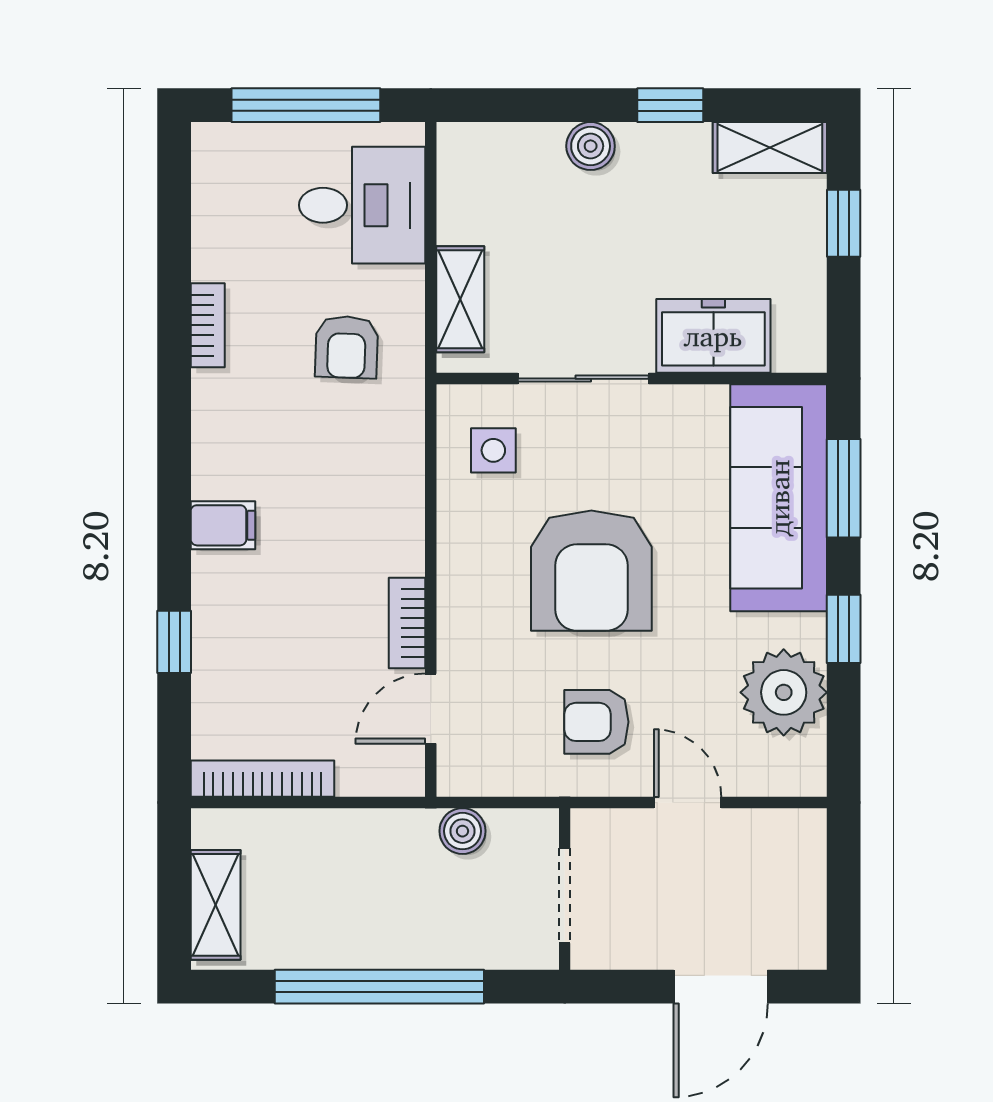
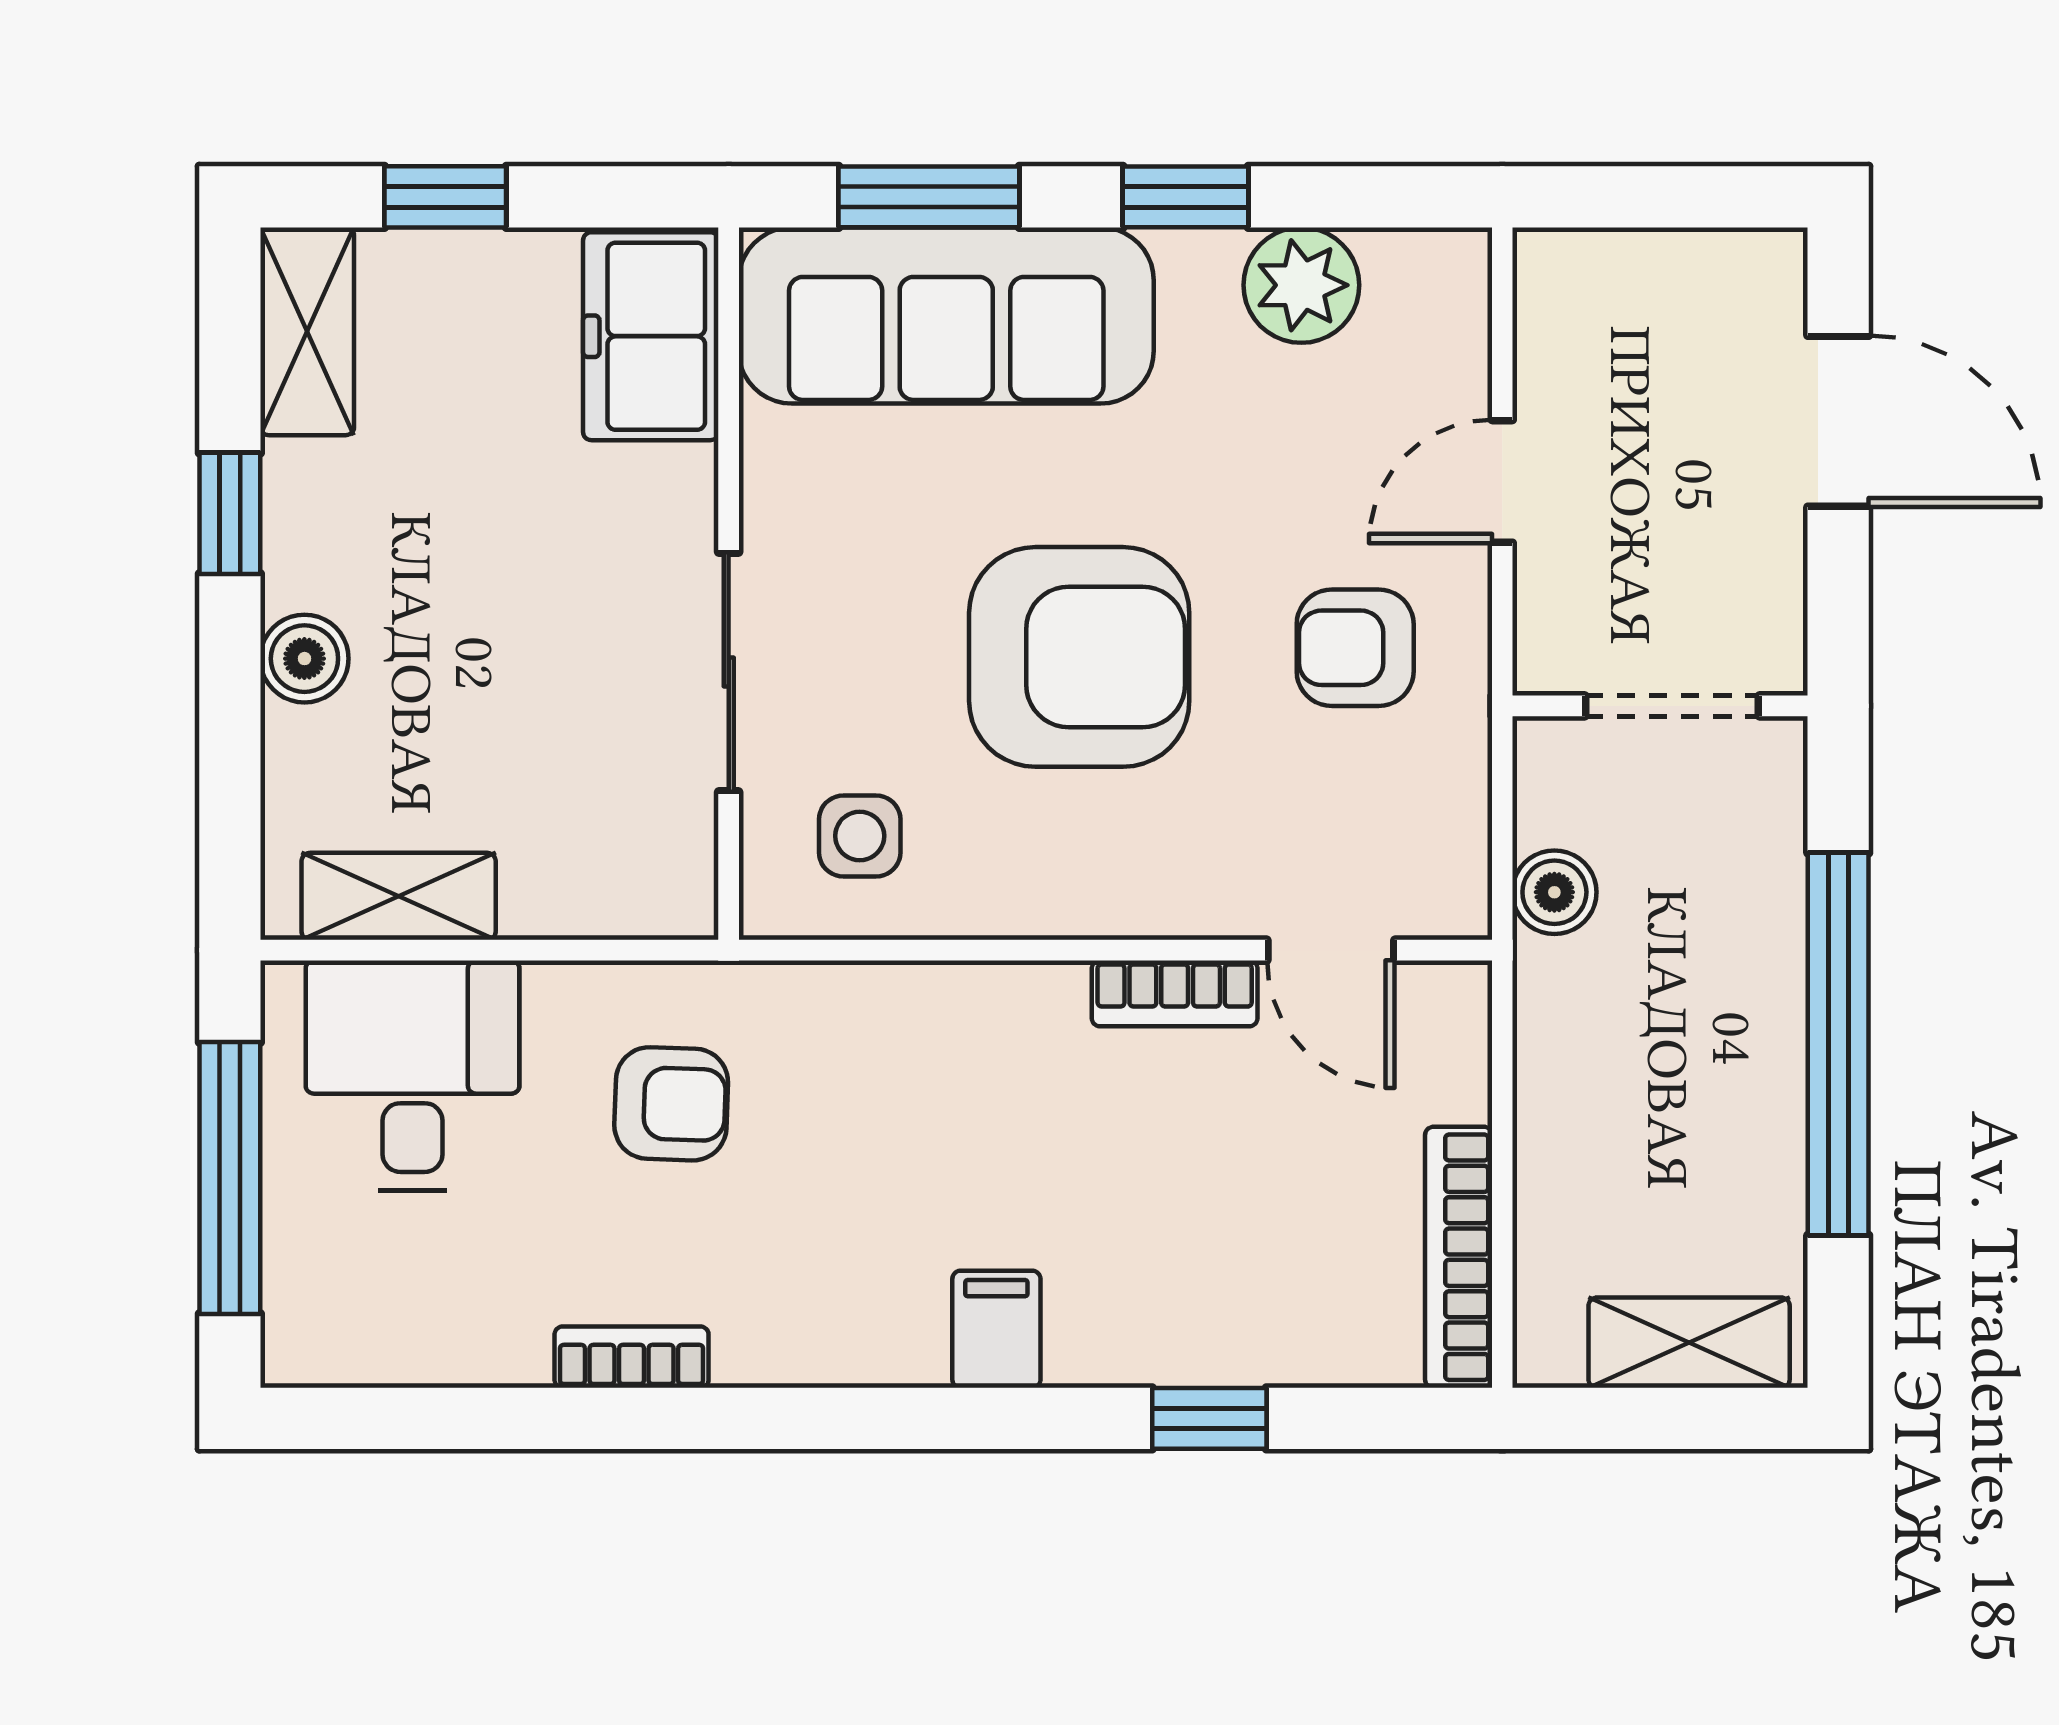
shelving: (460, 299) -> (399, 896), moved
freezer: (713, 336) -> (651, 336), moved
plant: (784, 692) -> (1301, 285), width x0.73, depth x0.73
armchair: (596, 722) -> (1355, 648), turned 90

